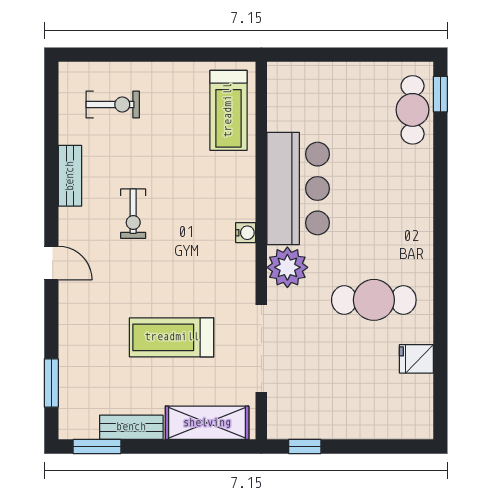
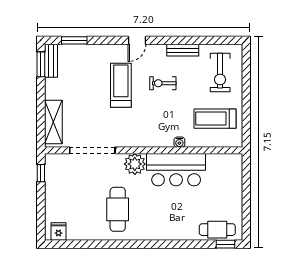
exercise bike: (113, 105) -> (220, 73), width x1.38, depth x1.39
treadmill: (228, 110) -> (215, 119), moved
water cooler: (246, 233) -> (179, 142), moved
treadmill: (172, 337) -> (121, 85), moved
fridge: (416, 359) -> (58, 232), moved
bench: (131, 427) -> (51, 61), moved

